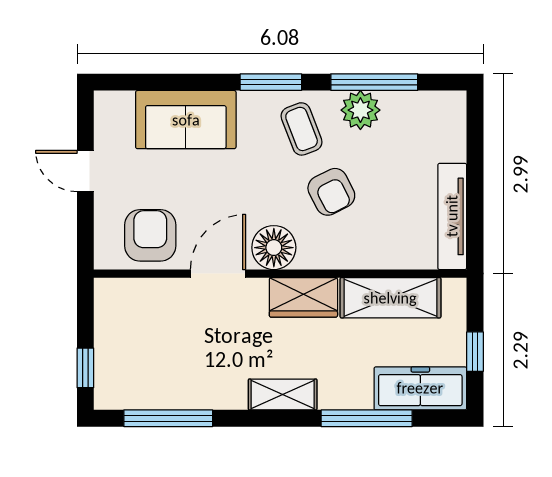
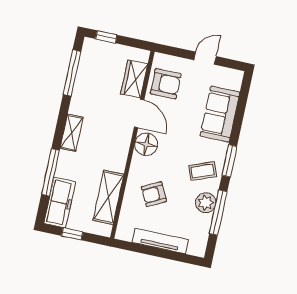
armchair: (331, 192) -> (154, 194), moved
tv unit: (452, 216) -> (160, 241), moved
wardrobe: (303, 297) -> (134, 79), moved

